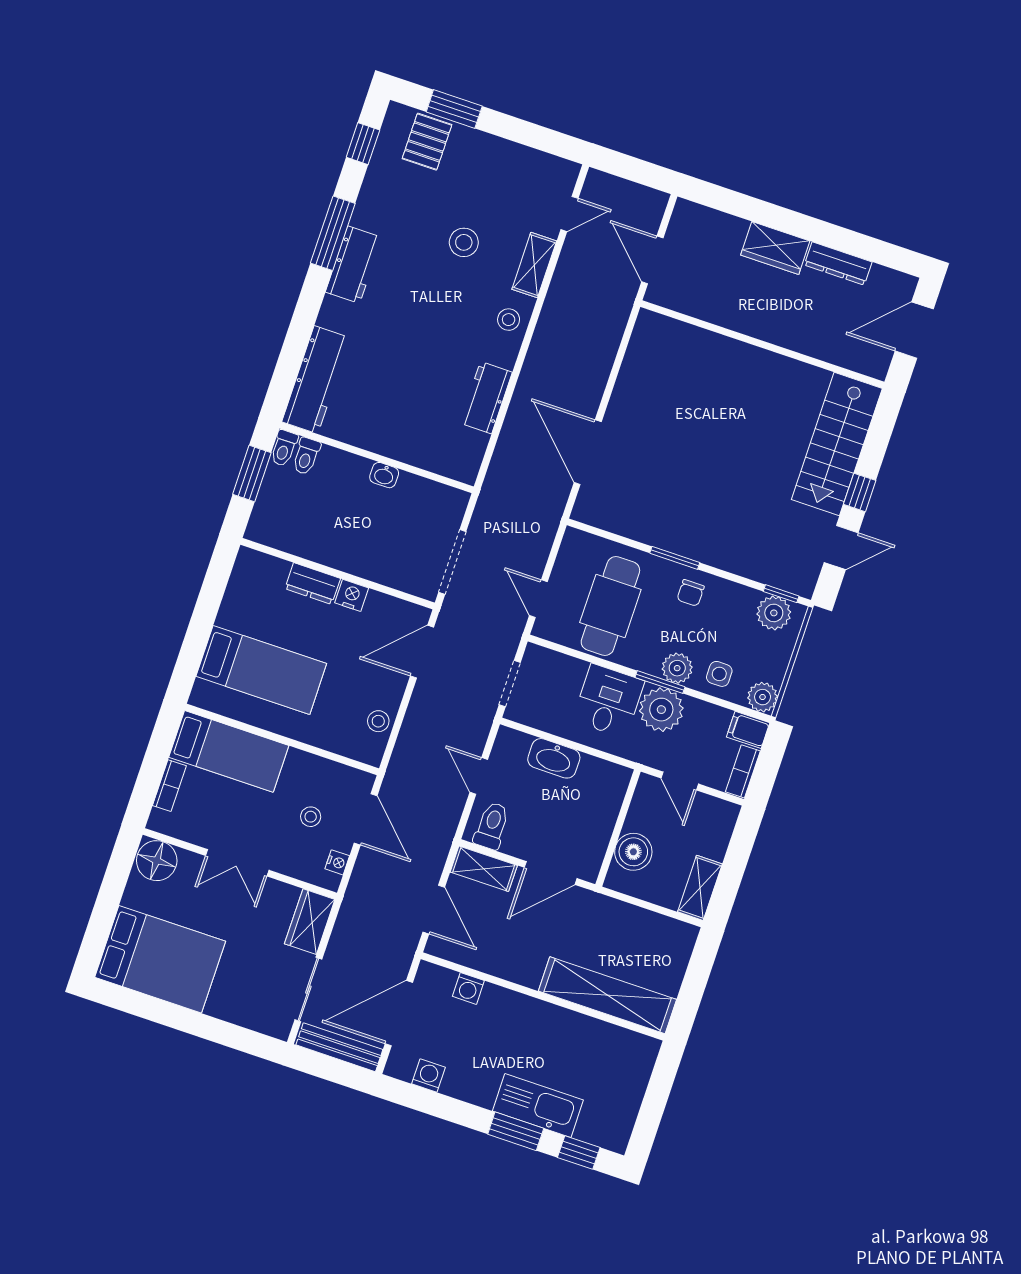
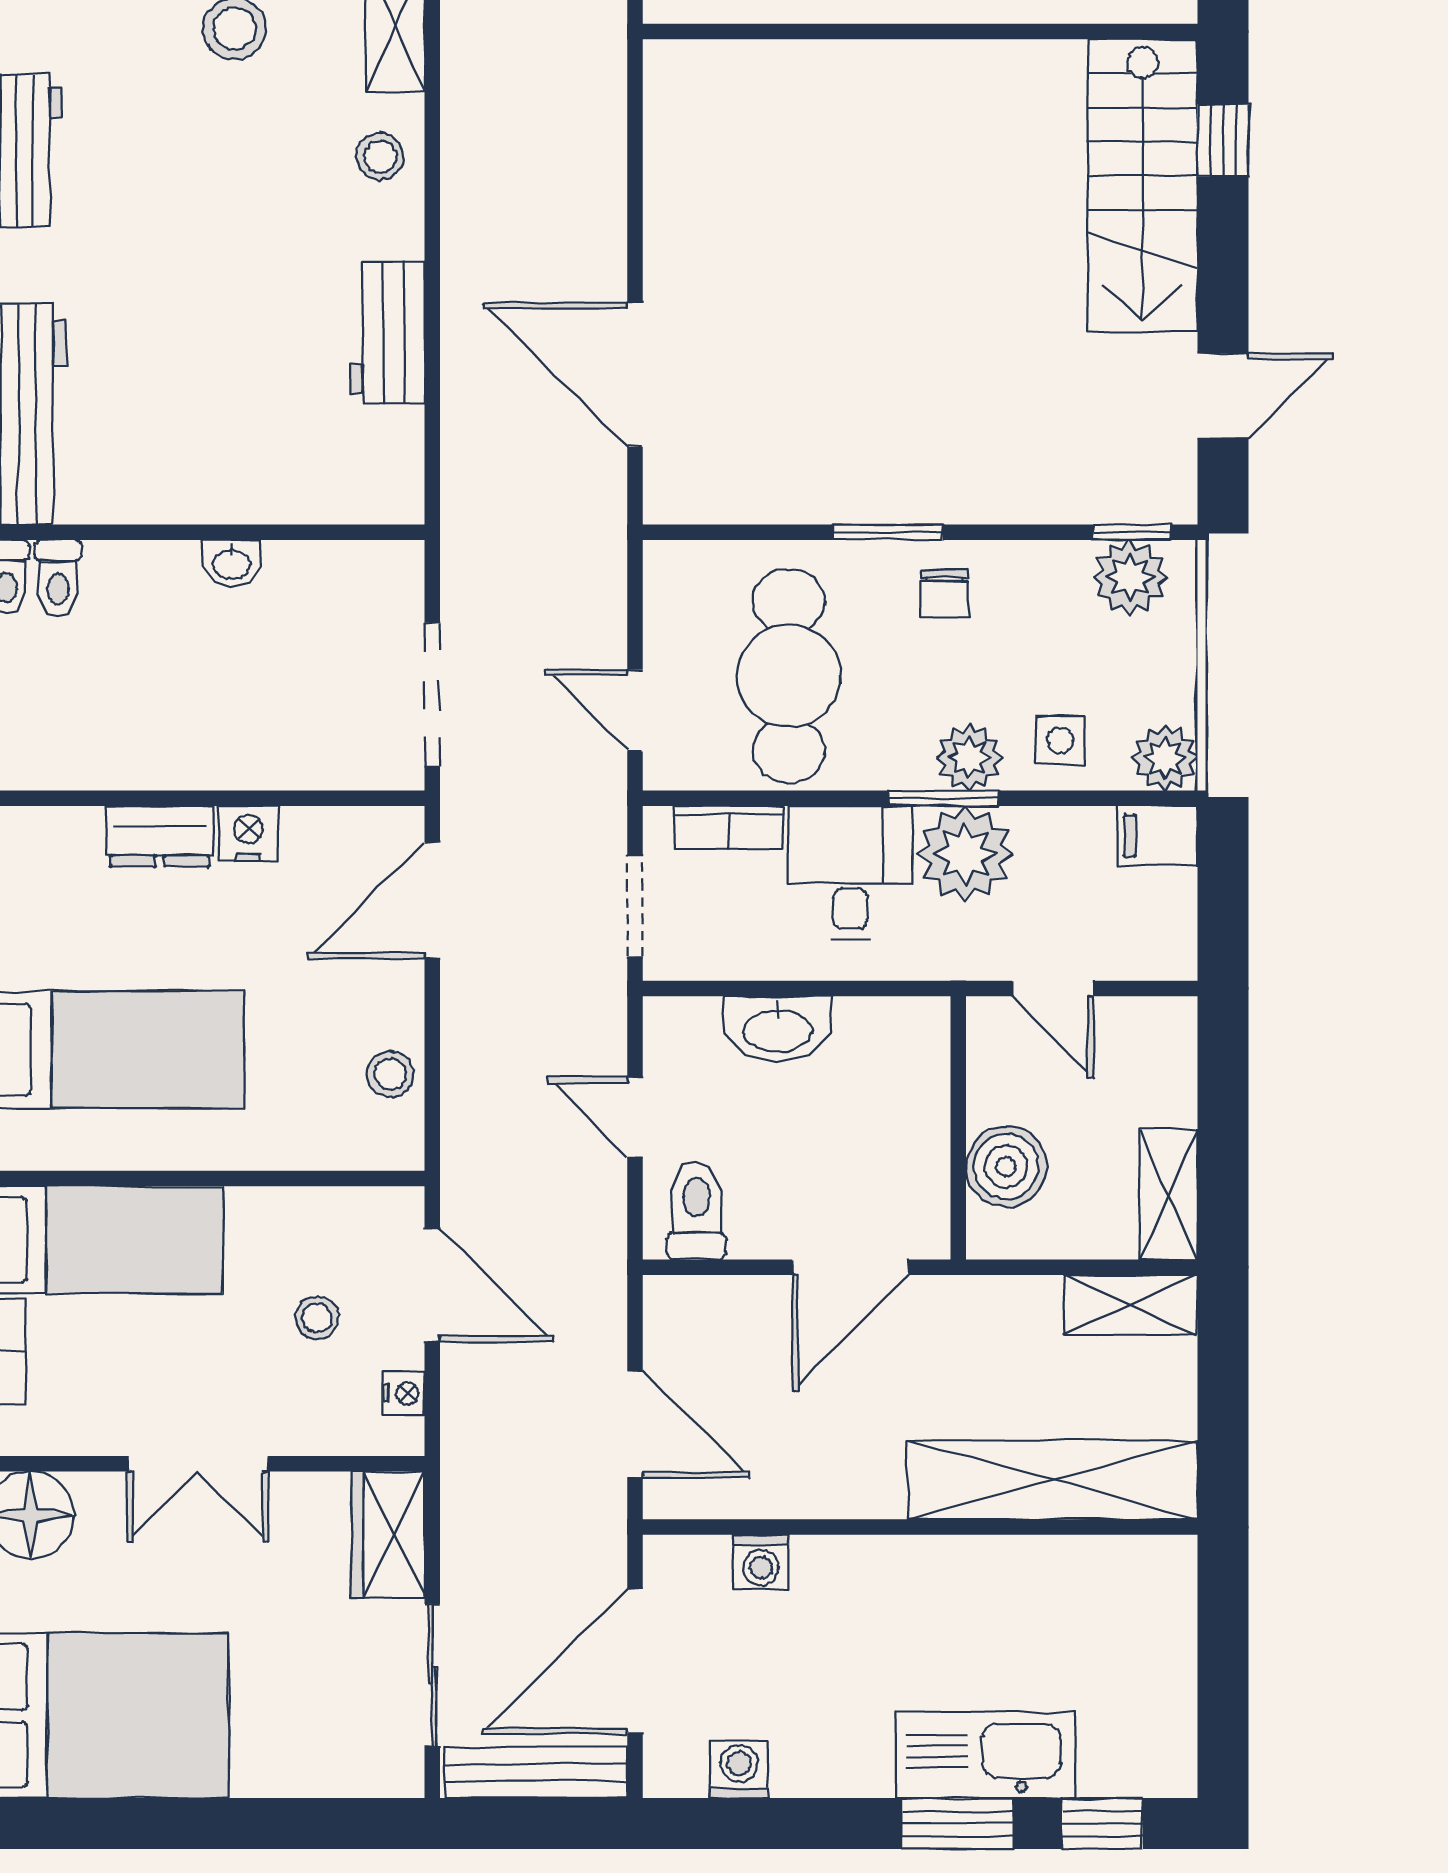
window: (860, 492) -> (1223, 140), moved
bookcase: (743, 771) -> (729, 828), moved, turned -90
shelving: (484, 869) -> (1130, 1305), moved

